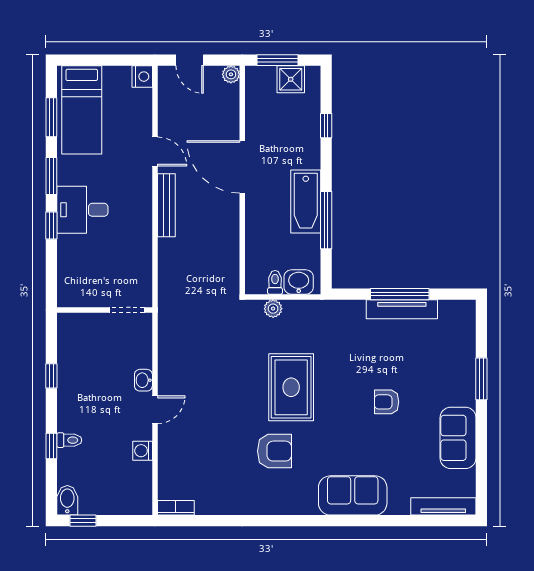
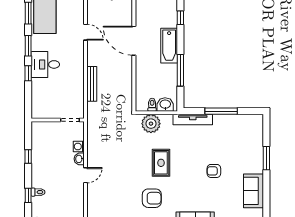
bathtub: (306, 201) -> (169, 46), moved
bench: (166, 205) -> (92, 84), moved
plant: (273, 309) -> (151, 124), width x1.87, depth x1.87
tv unit: (402, 309) -> (193, 120), moved
rug: (291, 387) -> (161, 163), width x0.73, depth x0.70
washing machine: (143, 451) -> (79, 147), moved

